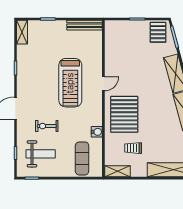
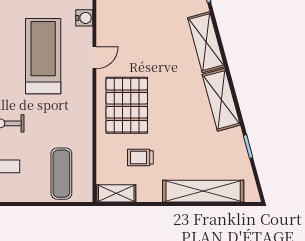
treadmill: (70, 83) -> (43, 56), turned 180
water cooler: (97, 132) -> (84, 18), moved

